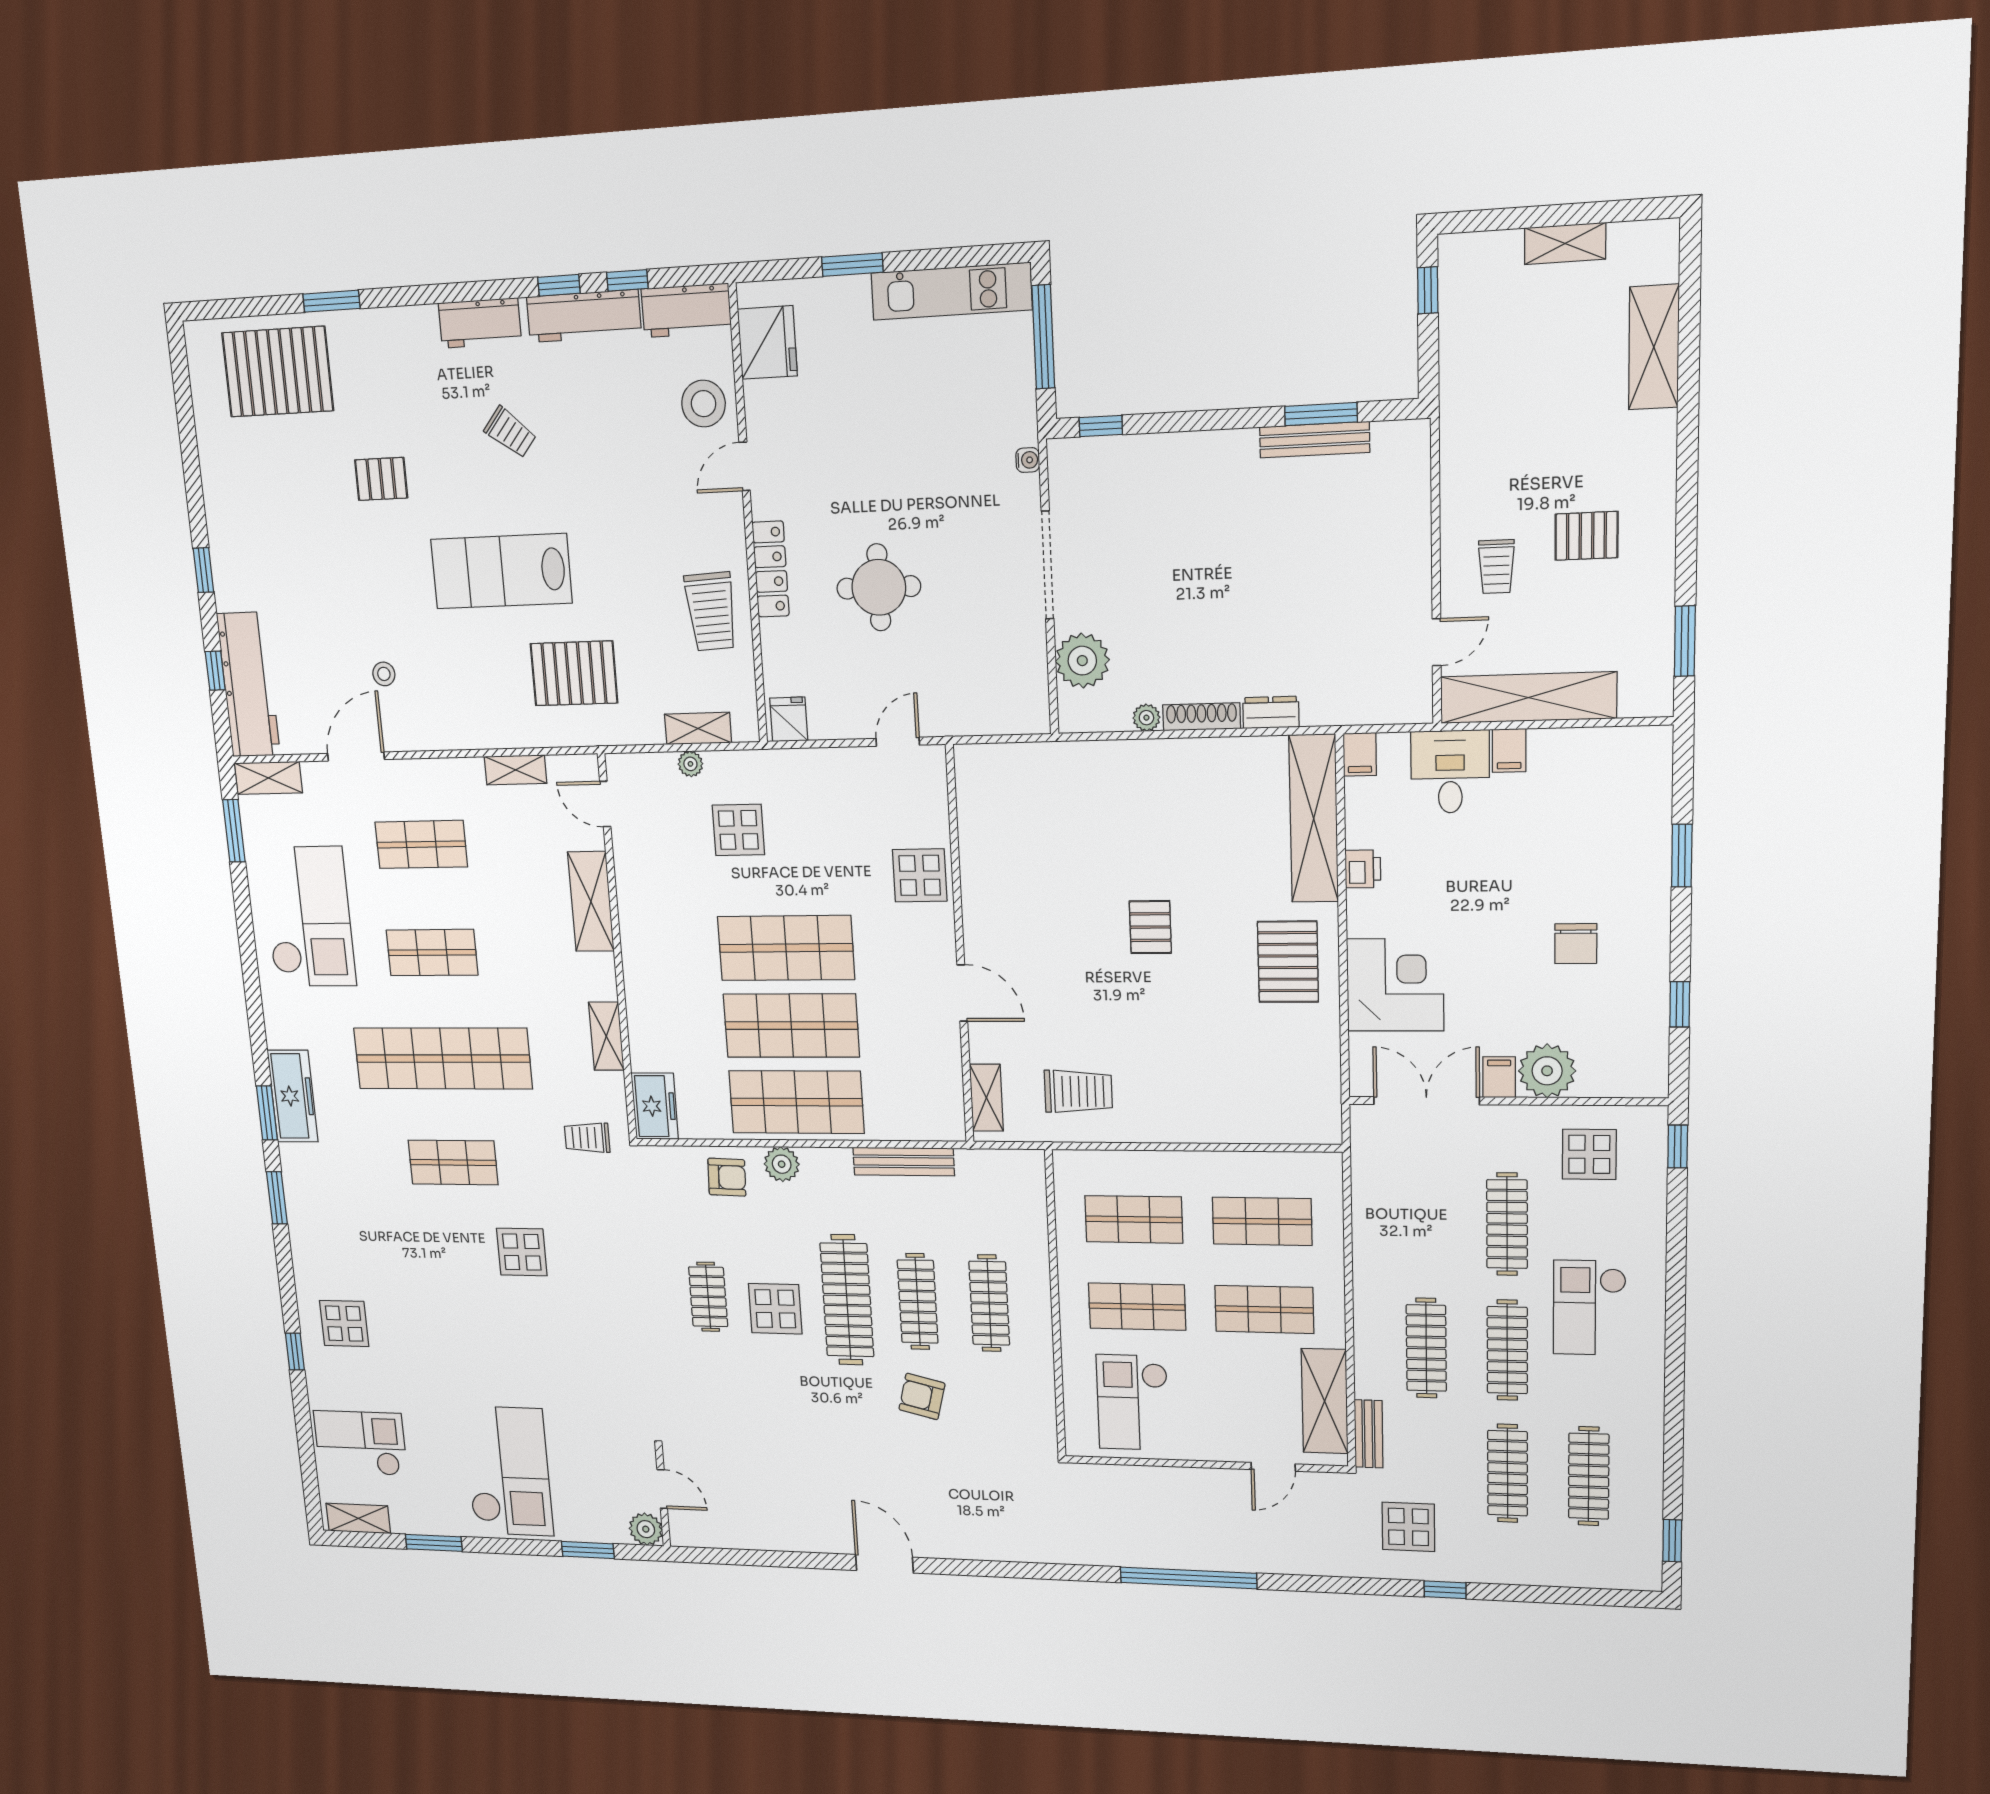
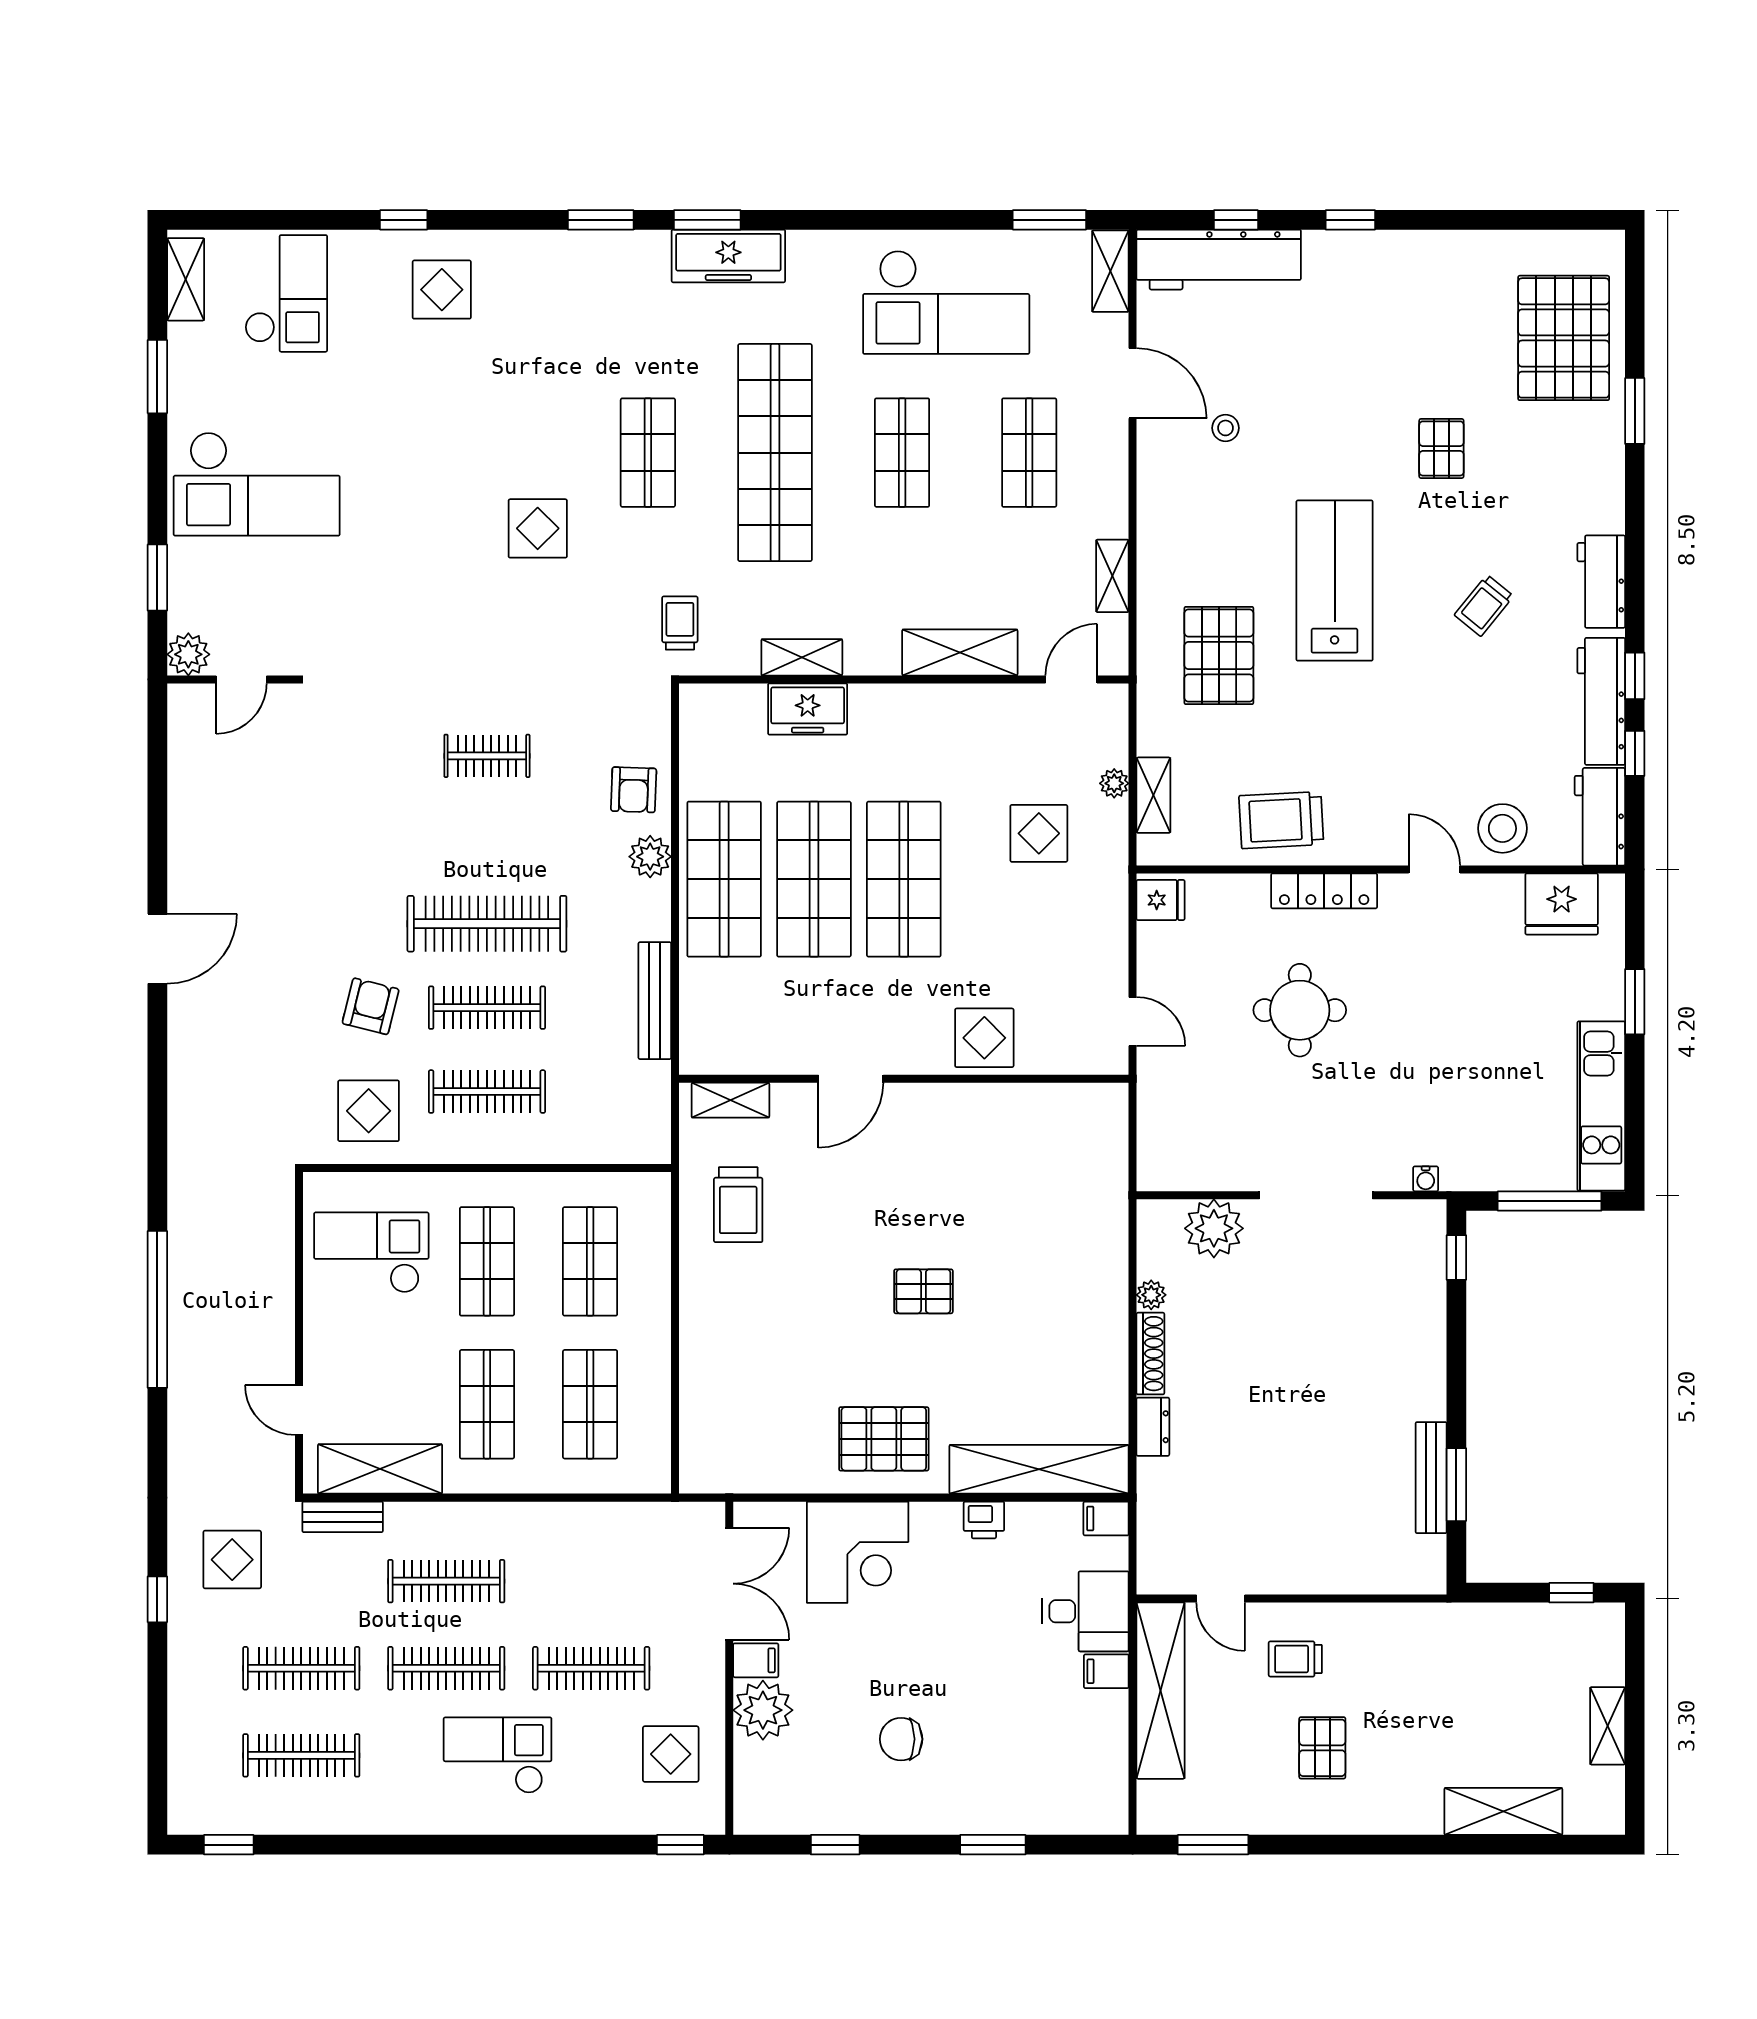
freezer: (655, 1106) -> (808, 709), moved
display table: (775, 1309) -> (369, 1111), moved

